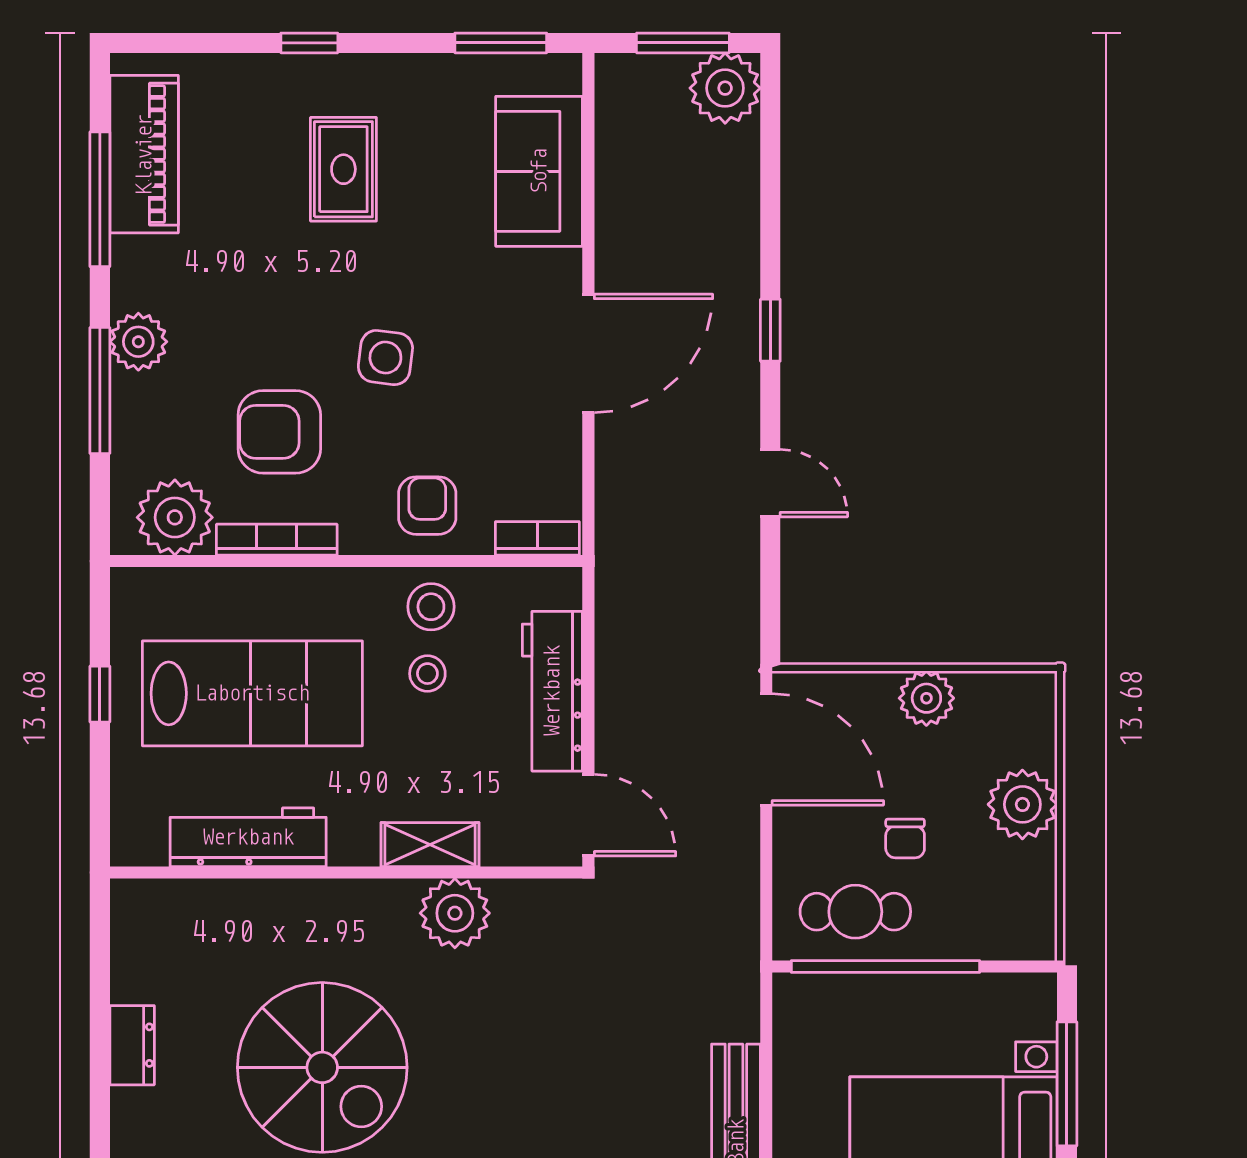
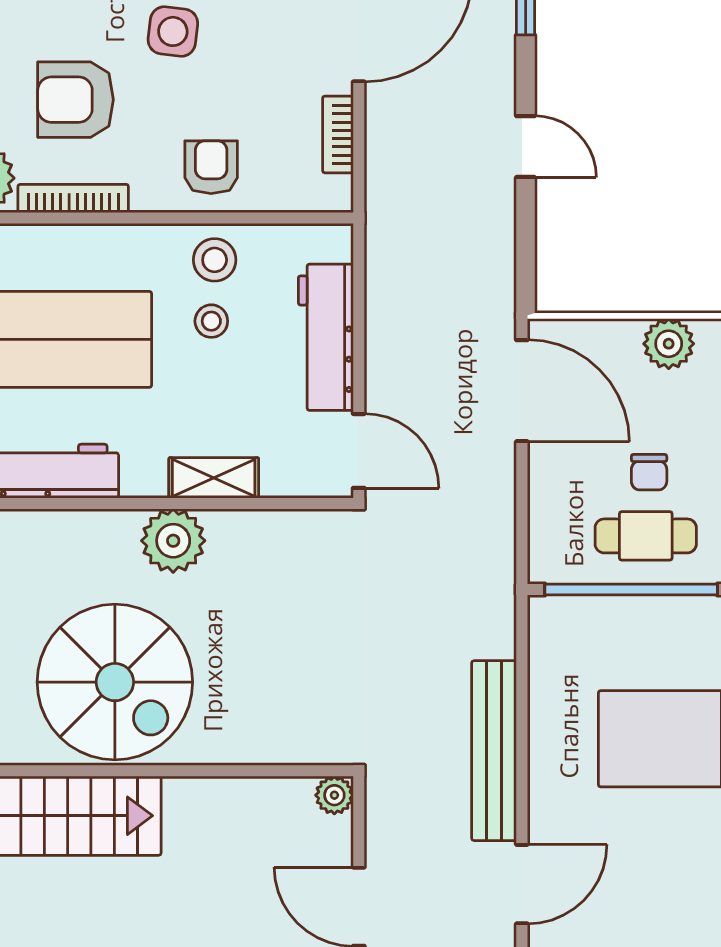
bookcase: (537, 538) -> (338, 134), moved, turned -90
cafe table: (855, 912) -> (646, 536), moved
plant: (455, 913) -> (173, 541), moved

